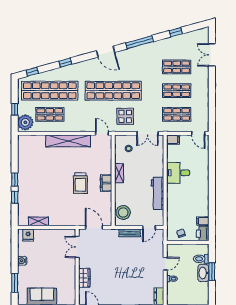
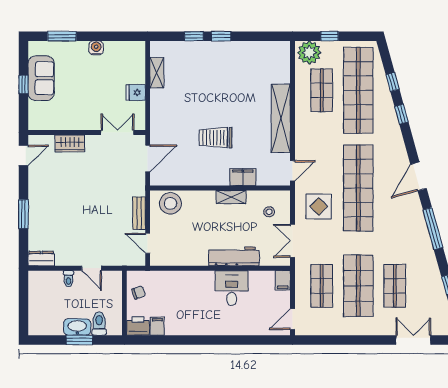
window: (32, 72) -> (393, 82), moved
shop shelf: (177, 91) -> (358, 286), width x1.43, depth x1.36
filing cabinet: (106, 183) -> (243, 177), moved
workbench: (158, 193) -> (234, 256), moved
fridge: (28, 235) -> (136, 93), moved

